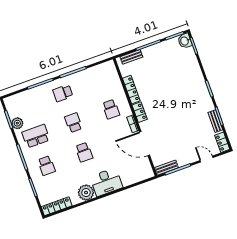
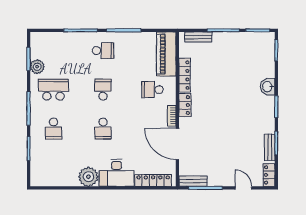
washbasin: (185, 41) -> (268, 87), moved
piano: (112, 79) -> (166, 54), added
school desk: (63, 93) -> (103, 51), turned 180
school desk: (111, 109) -> (153, 90), turned 90
locker: (57, 206) -> (153, 180), moved

